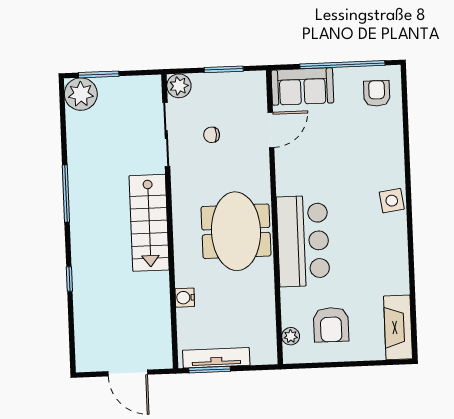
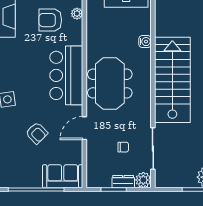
dresser: (210, 82) -> (123, 182), added
armchair: (377, 93) -> (37, 133), moved, turned -44
door: (271, 130) -> (84, 128), moved
stairs: (149, 223) -> (172, 80), width x1.36, depth x1.51
armchair: (331, 325) -> (50, 20), turned -90

